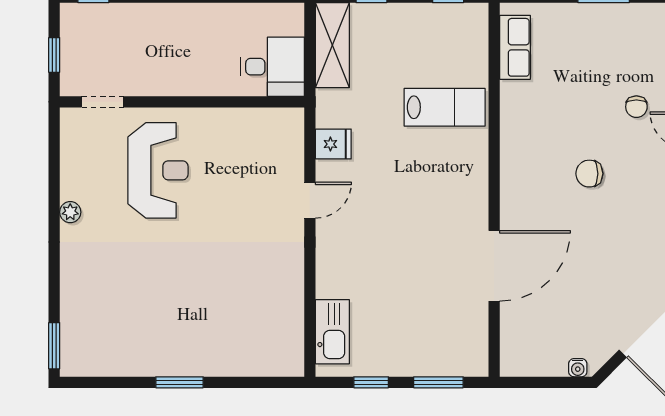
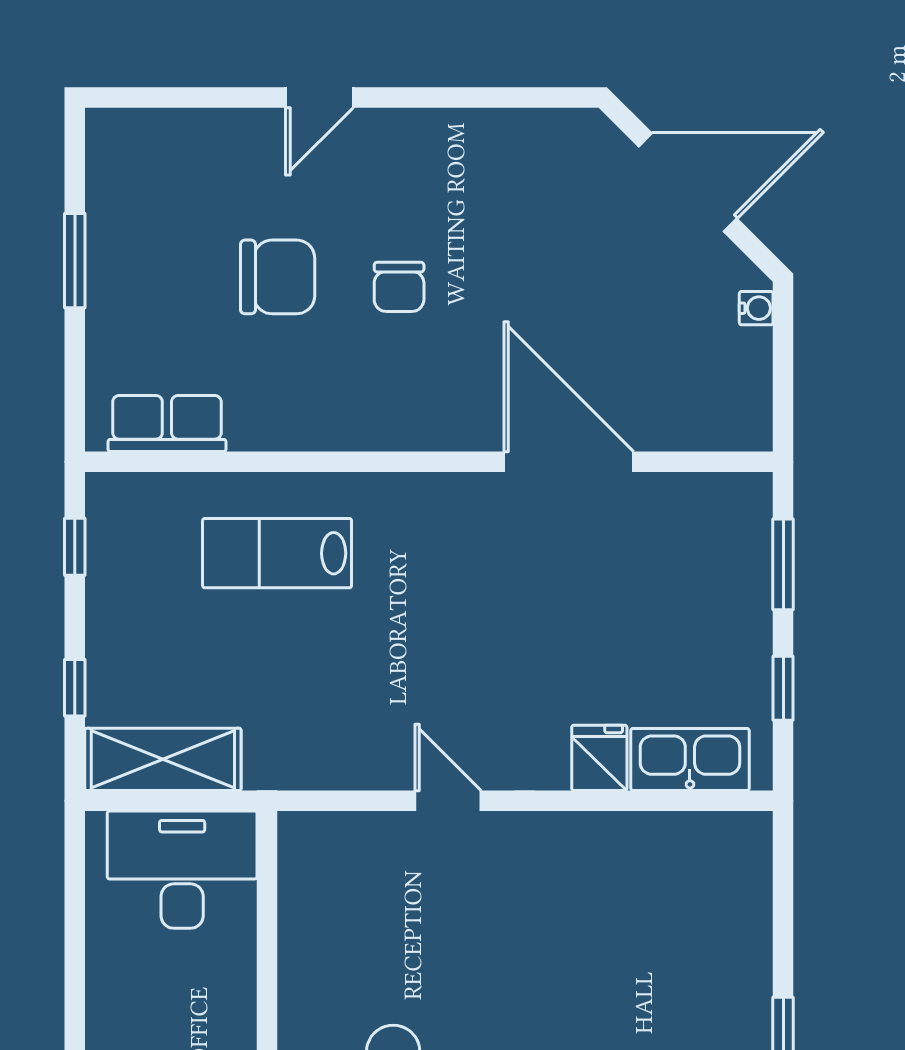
desk: (273, 67) -> (182, 870), width x1.37
lab bench: (445, 107) -> (277, 553), turned -90
chair: (636, 107) -> (278, 277), moved, width x1.87, depth x1.87
fridge: (333, 144) -> (599, 758), moved

